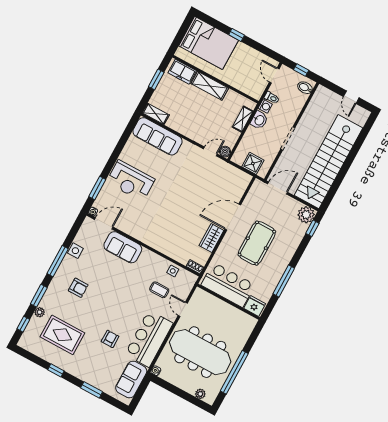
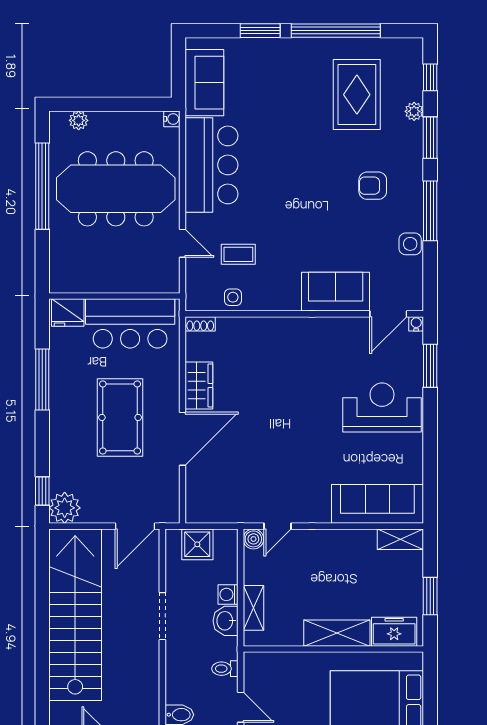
washing machine: (265, 106) -> (228, 594), moved
rug: (62, 335) -> (357, 95), turned 90
armchair: (110, 339) -> (275, 130), removed
window: (56, 370) -> (336, 31), width x3.17

